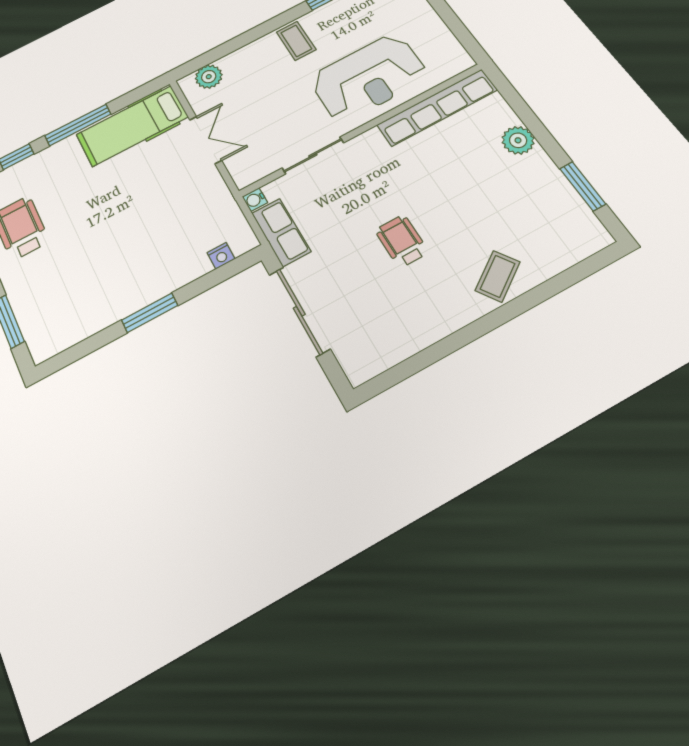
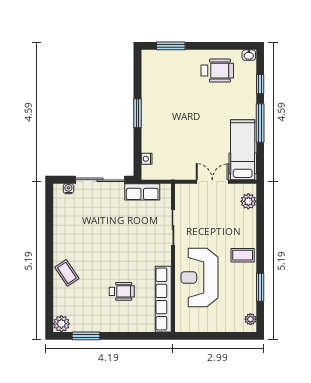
double door: (206, 140) -> (212, 182), swing flipped
plant: (518, 140) -> (61, 324), moved
water cooler: (255, 200) -> (68, 189), moved
wheelchair: (402, 241) -> (122, 291), moved

